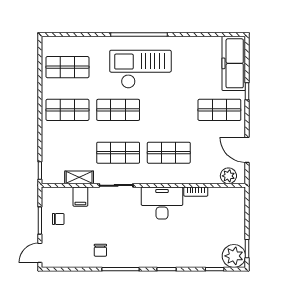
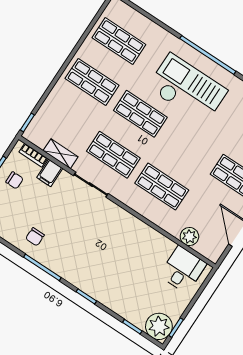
plant: (228, 176) -> (189, 237), moved
bookcase: (196, 192) -> (33, 155), moved
desk: (162, 203) -> (183, 269), moved, width x0.73

